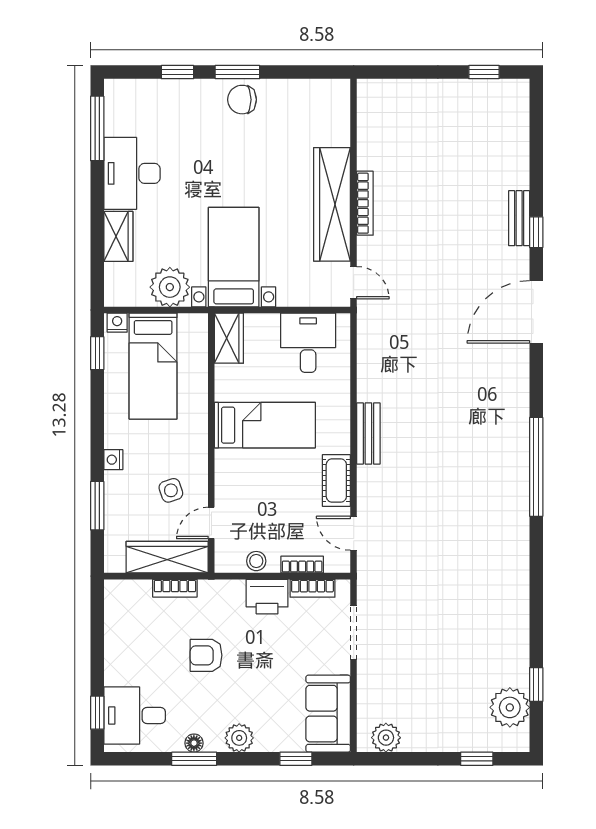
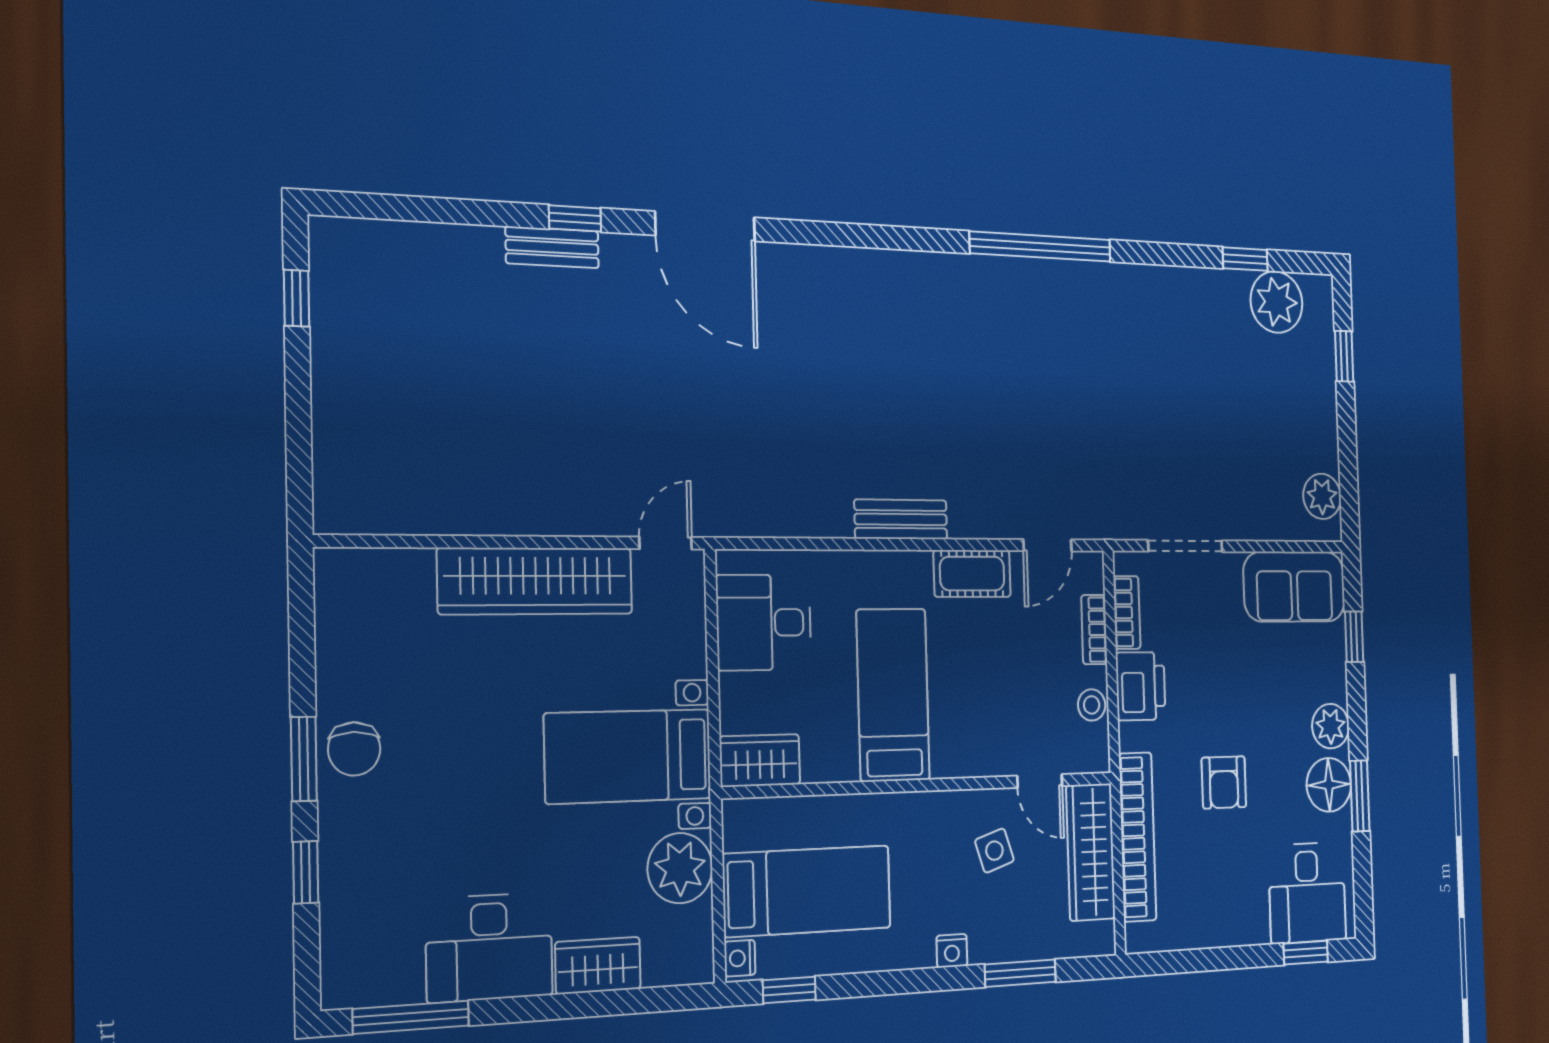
bookcase: (365, 203) -> (533, 522), removed
window: (536, 467) -> (1041, 247), moved
bookcase: (175, 588) -> (1138, 837), width x2.31, depth x1.31
floor lamp: (194, 743) -> (1329, 785), width x1.89, depth x1.89

